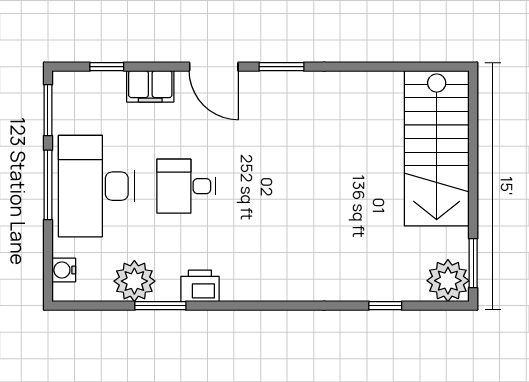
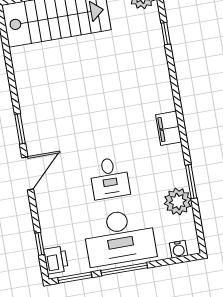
filing cabinet: (150, 86) -> (169, 128), moved, turned 180
printer: (200, 286) -> (56, 260), moved, turned 180

